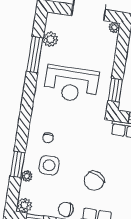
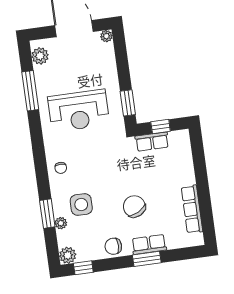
plant: (50, 39) -> (40, 56), moved
chair: (48, 138) -> (61, 168), moved
chair: (94, 181) -> (134, 206), turned 127

